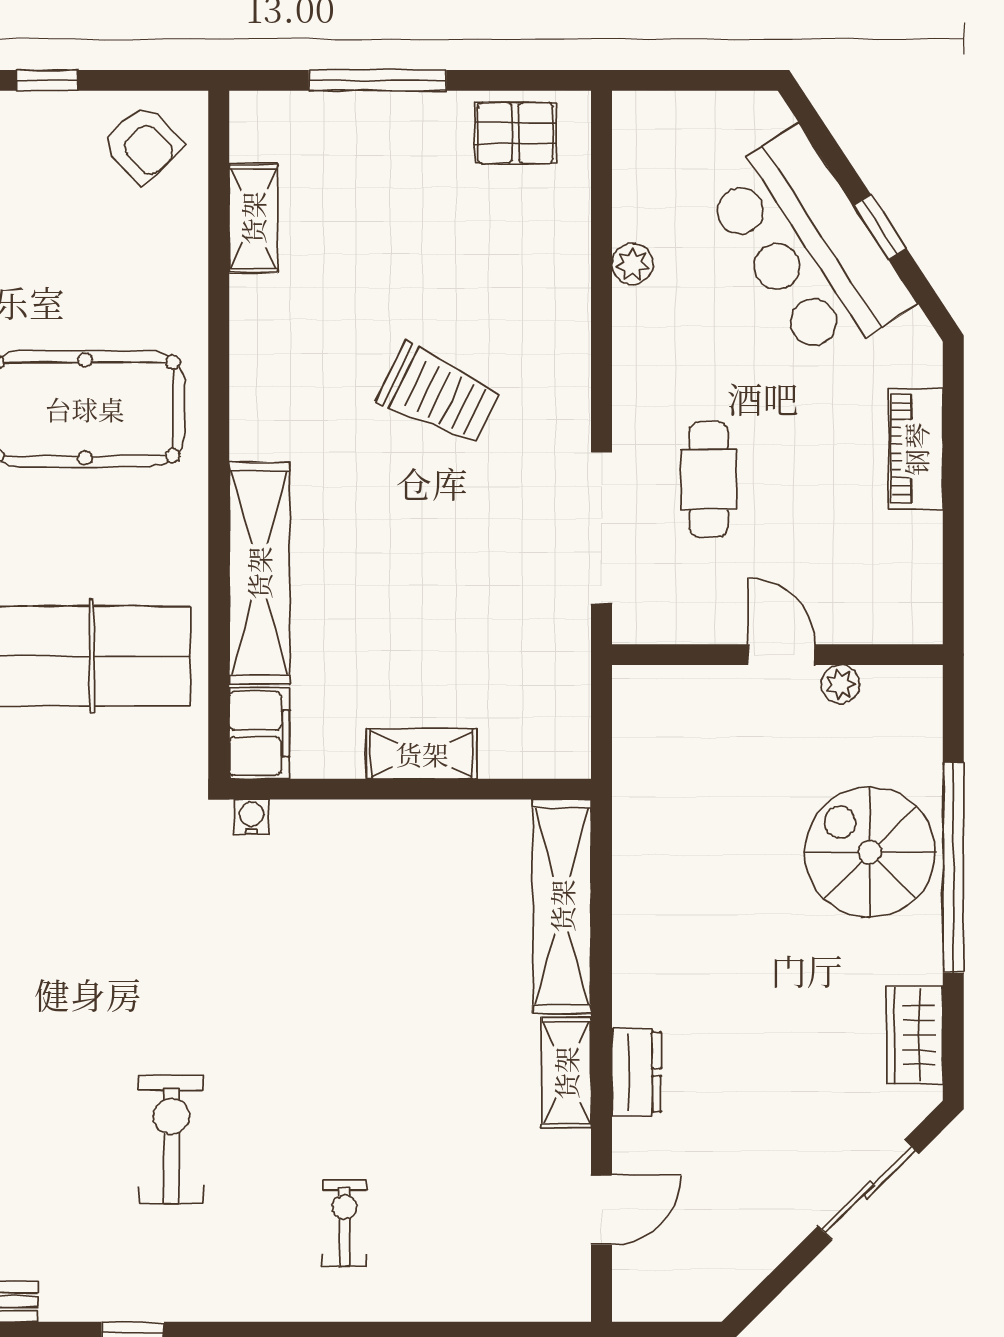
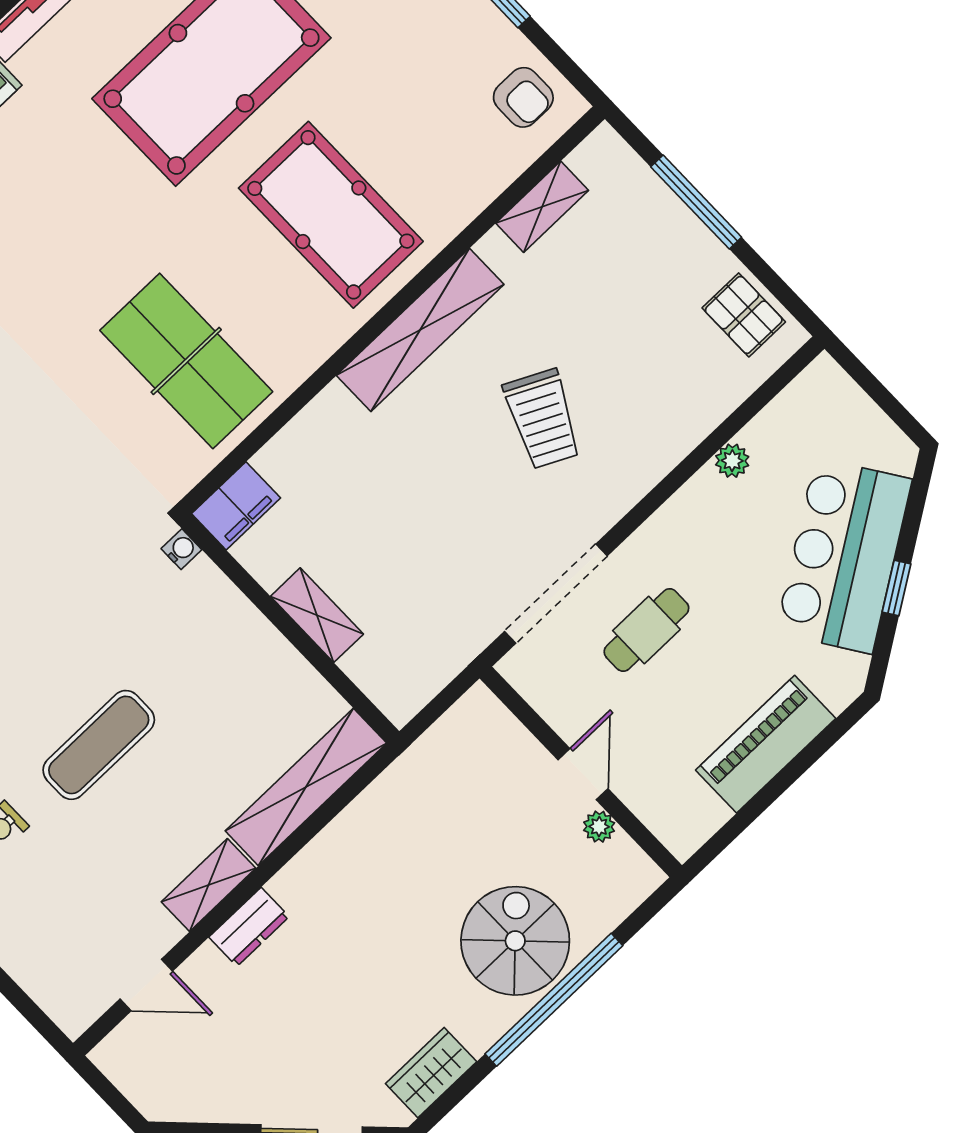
armchair: (143, 144) -> (523, 97), turned -47
piano: (916, 449) -> (766, 744), width x1.37, depth x1.33
shelving: (259, 573) -> (420, 330), moved
exercise mat: (353, 1052) -> (99, 745), added

